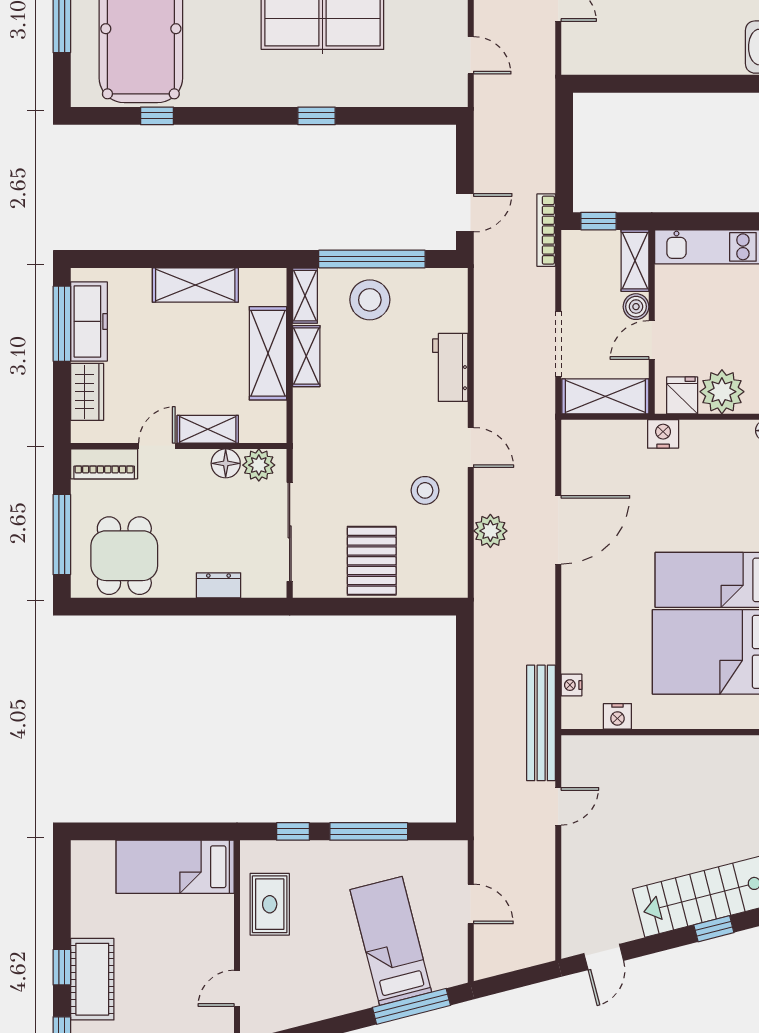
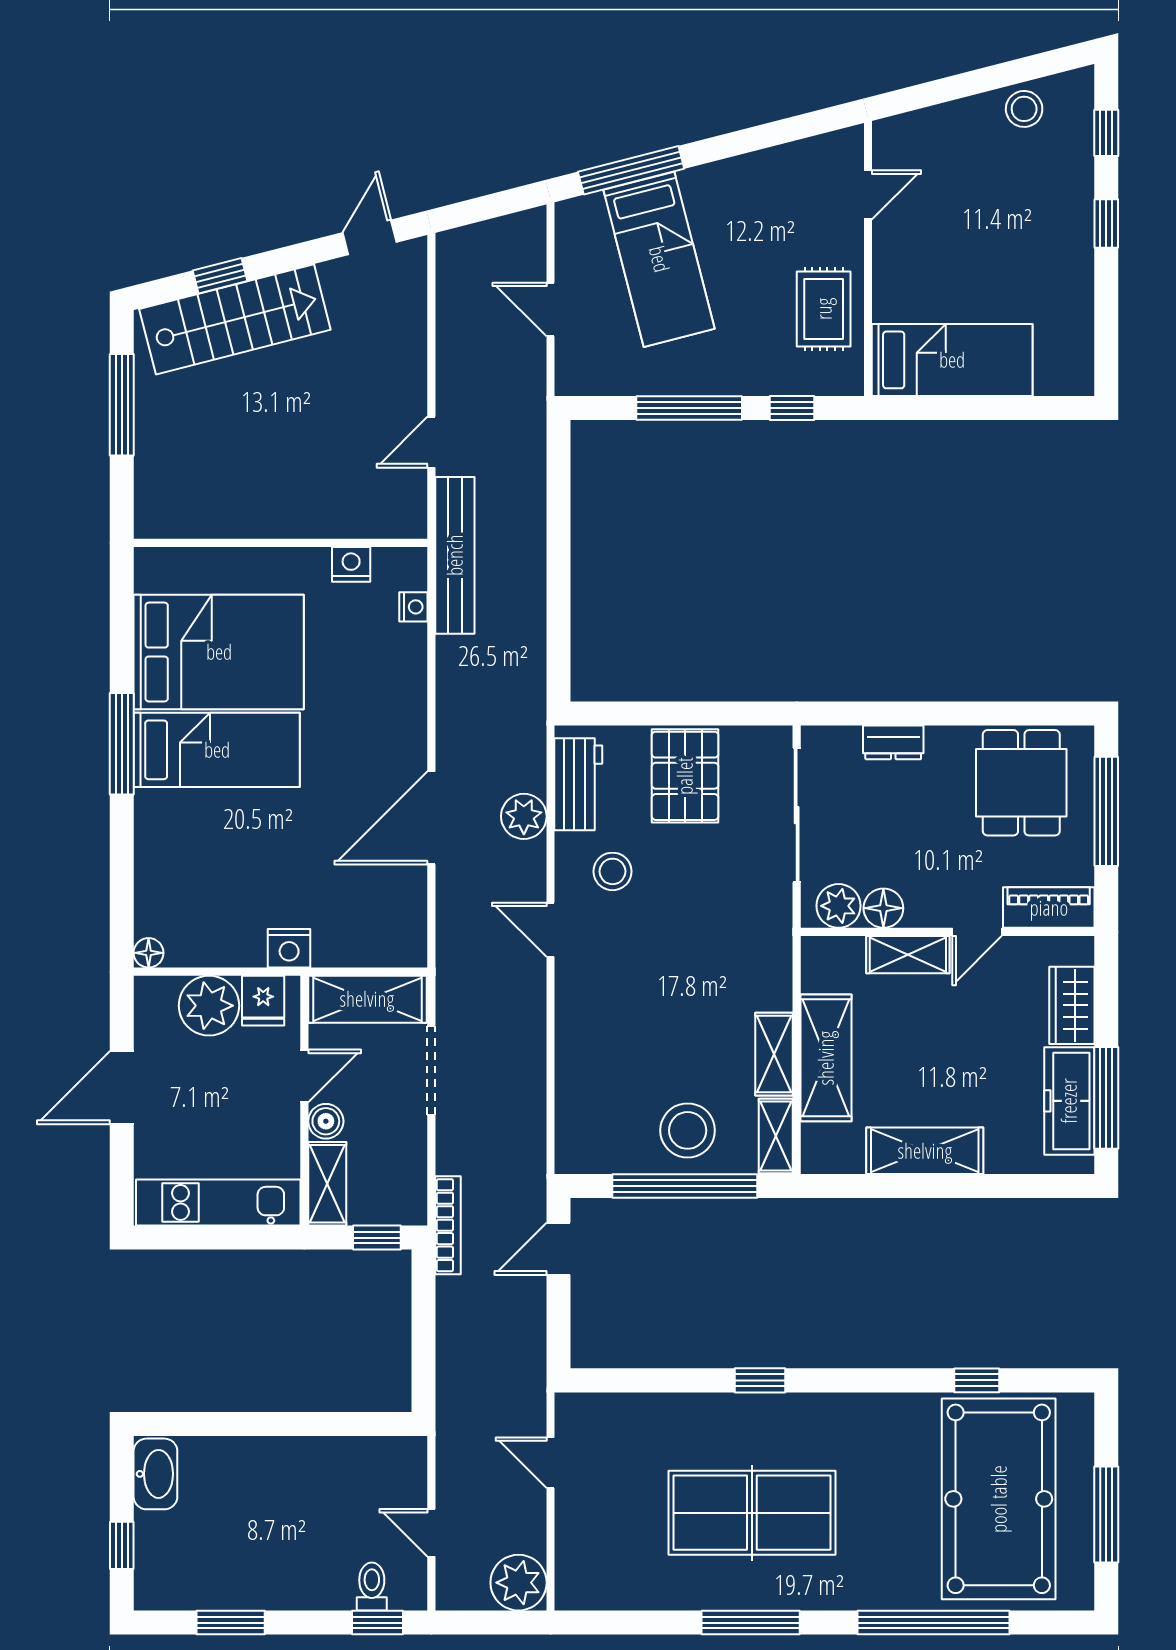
workbench: (450, 367) -> (578, 784), moved
cot: (92, 979) -> (1065, 207), removed

